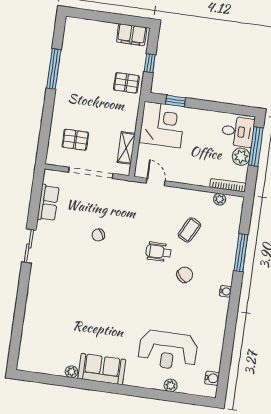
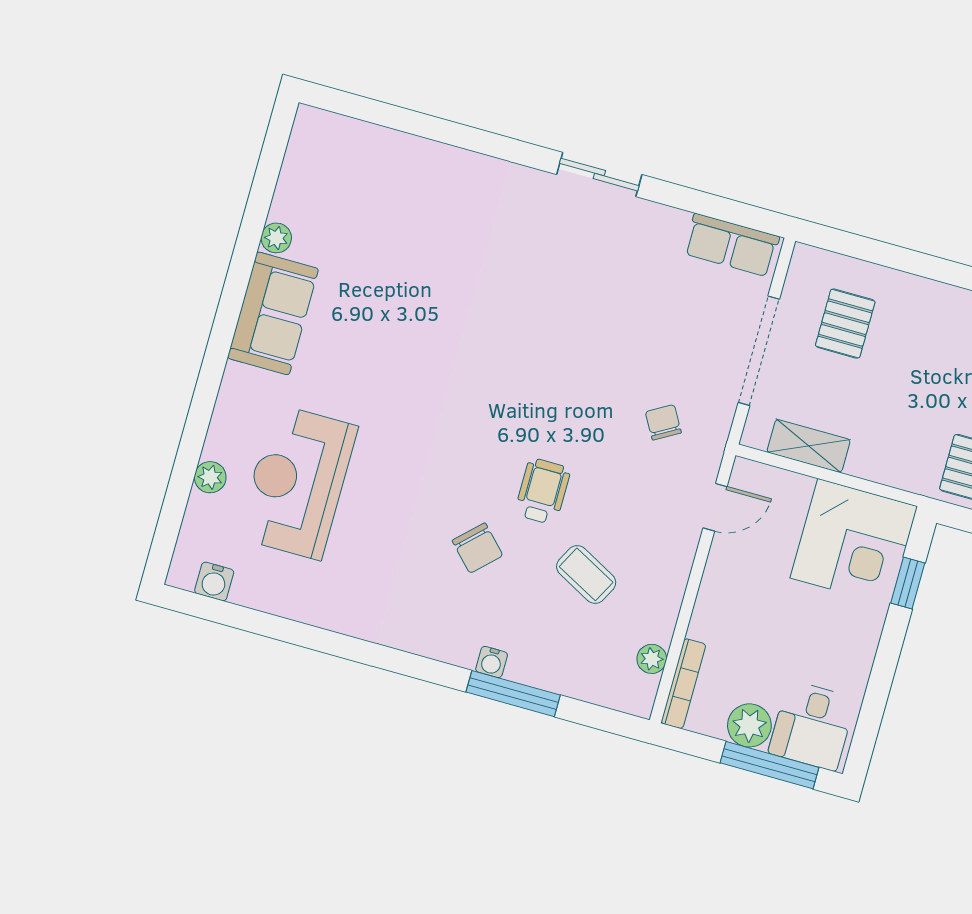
row of seats: (48, 203) -> (732, 245), moved
chair: (98, 235) -> (663, 422), moved
water cooler: (225, 291) -> (492, 662), moved

